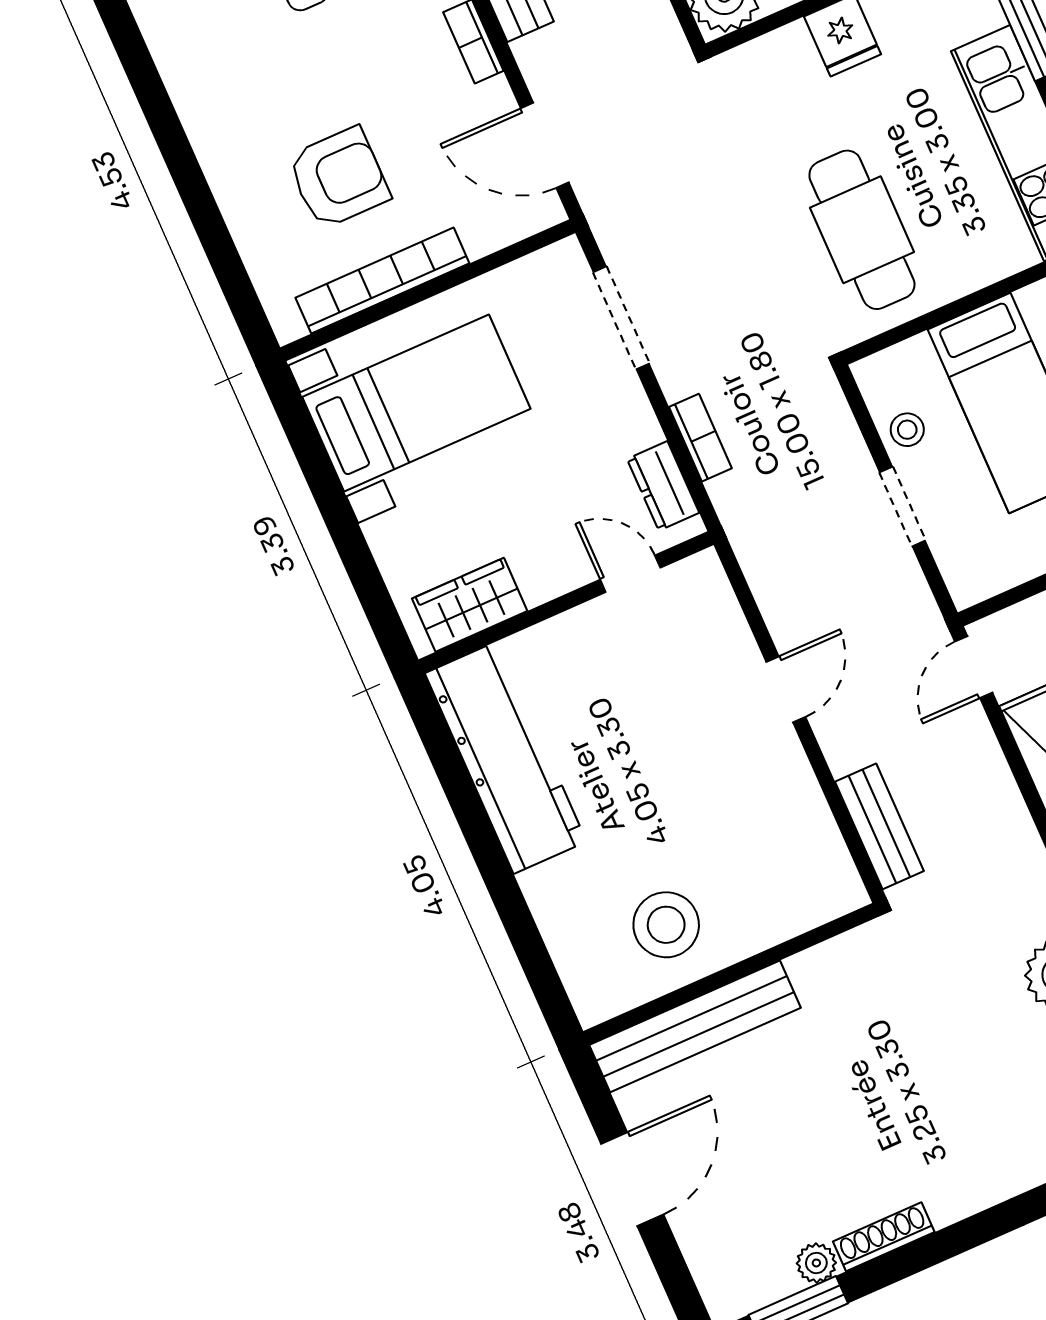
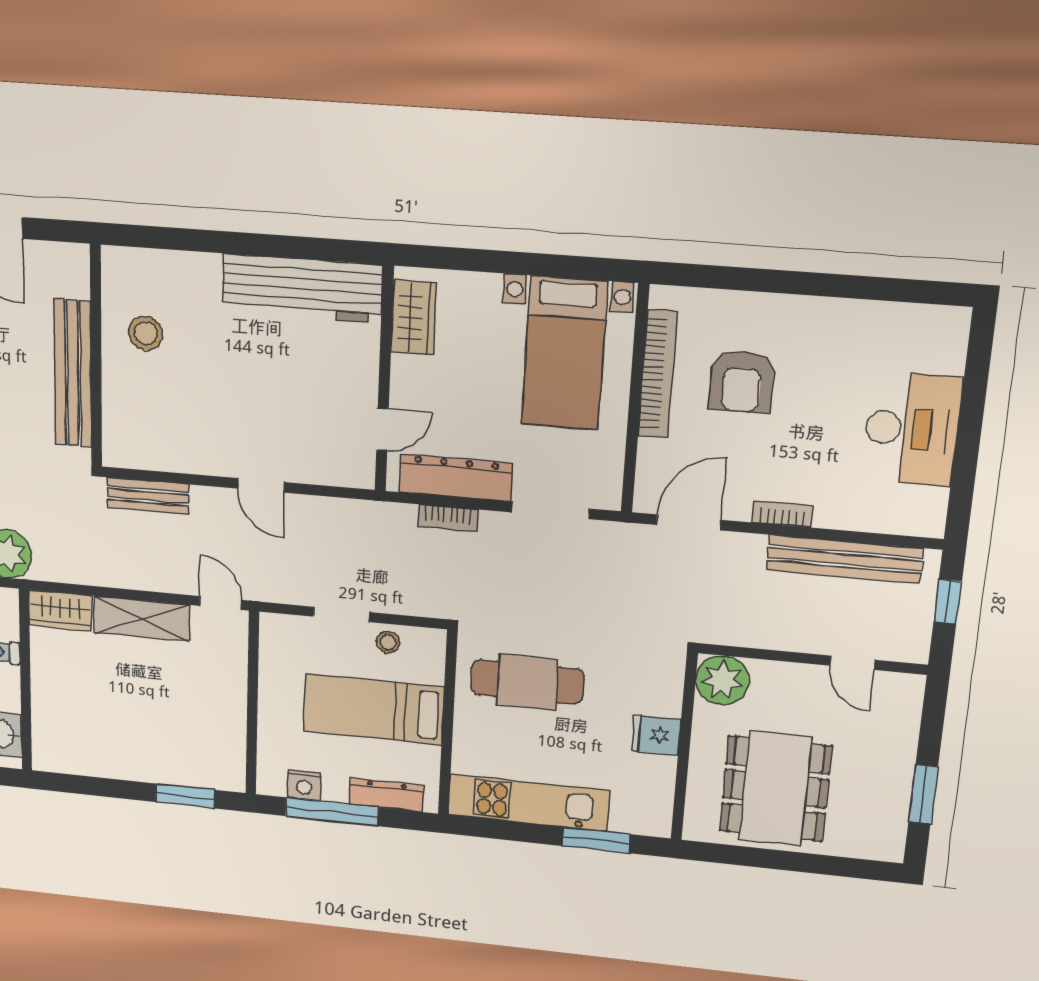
dresser: (663, 486) -> (456, 478), width x1.96, depth x1.24
stool: (666, 925) -> (146, 333), width x0.73, depth x0.73
bench: (695, 1026) -> (73, 374), moved

